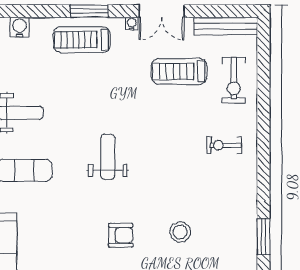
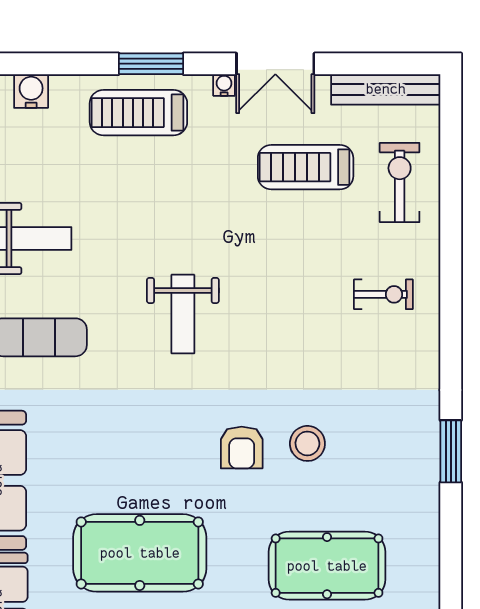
exercise bike: (234, 80) -> (400, 182), turned 180
exercise bike: (224, 145) -> (383, 294), turned 180
weight bench: (108, 157) -> (183, 314), turned 180
armchair: (121, 235) -> (242, 448), moved, turned 90

